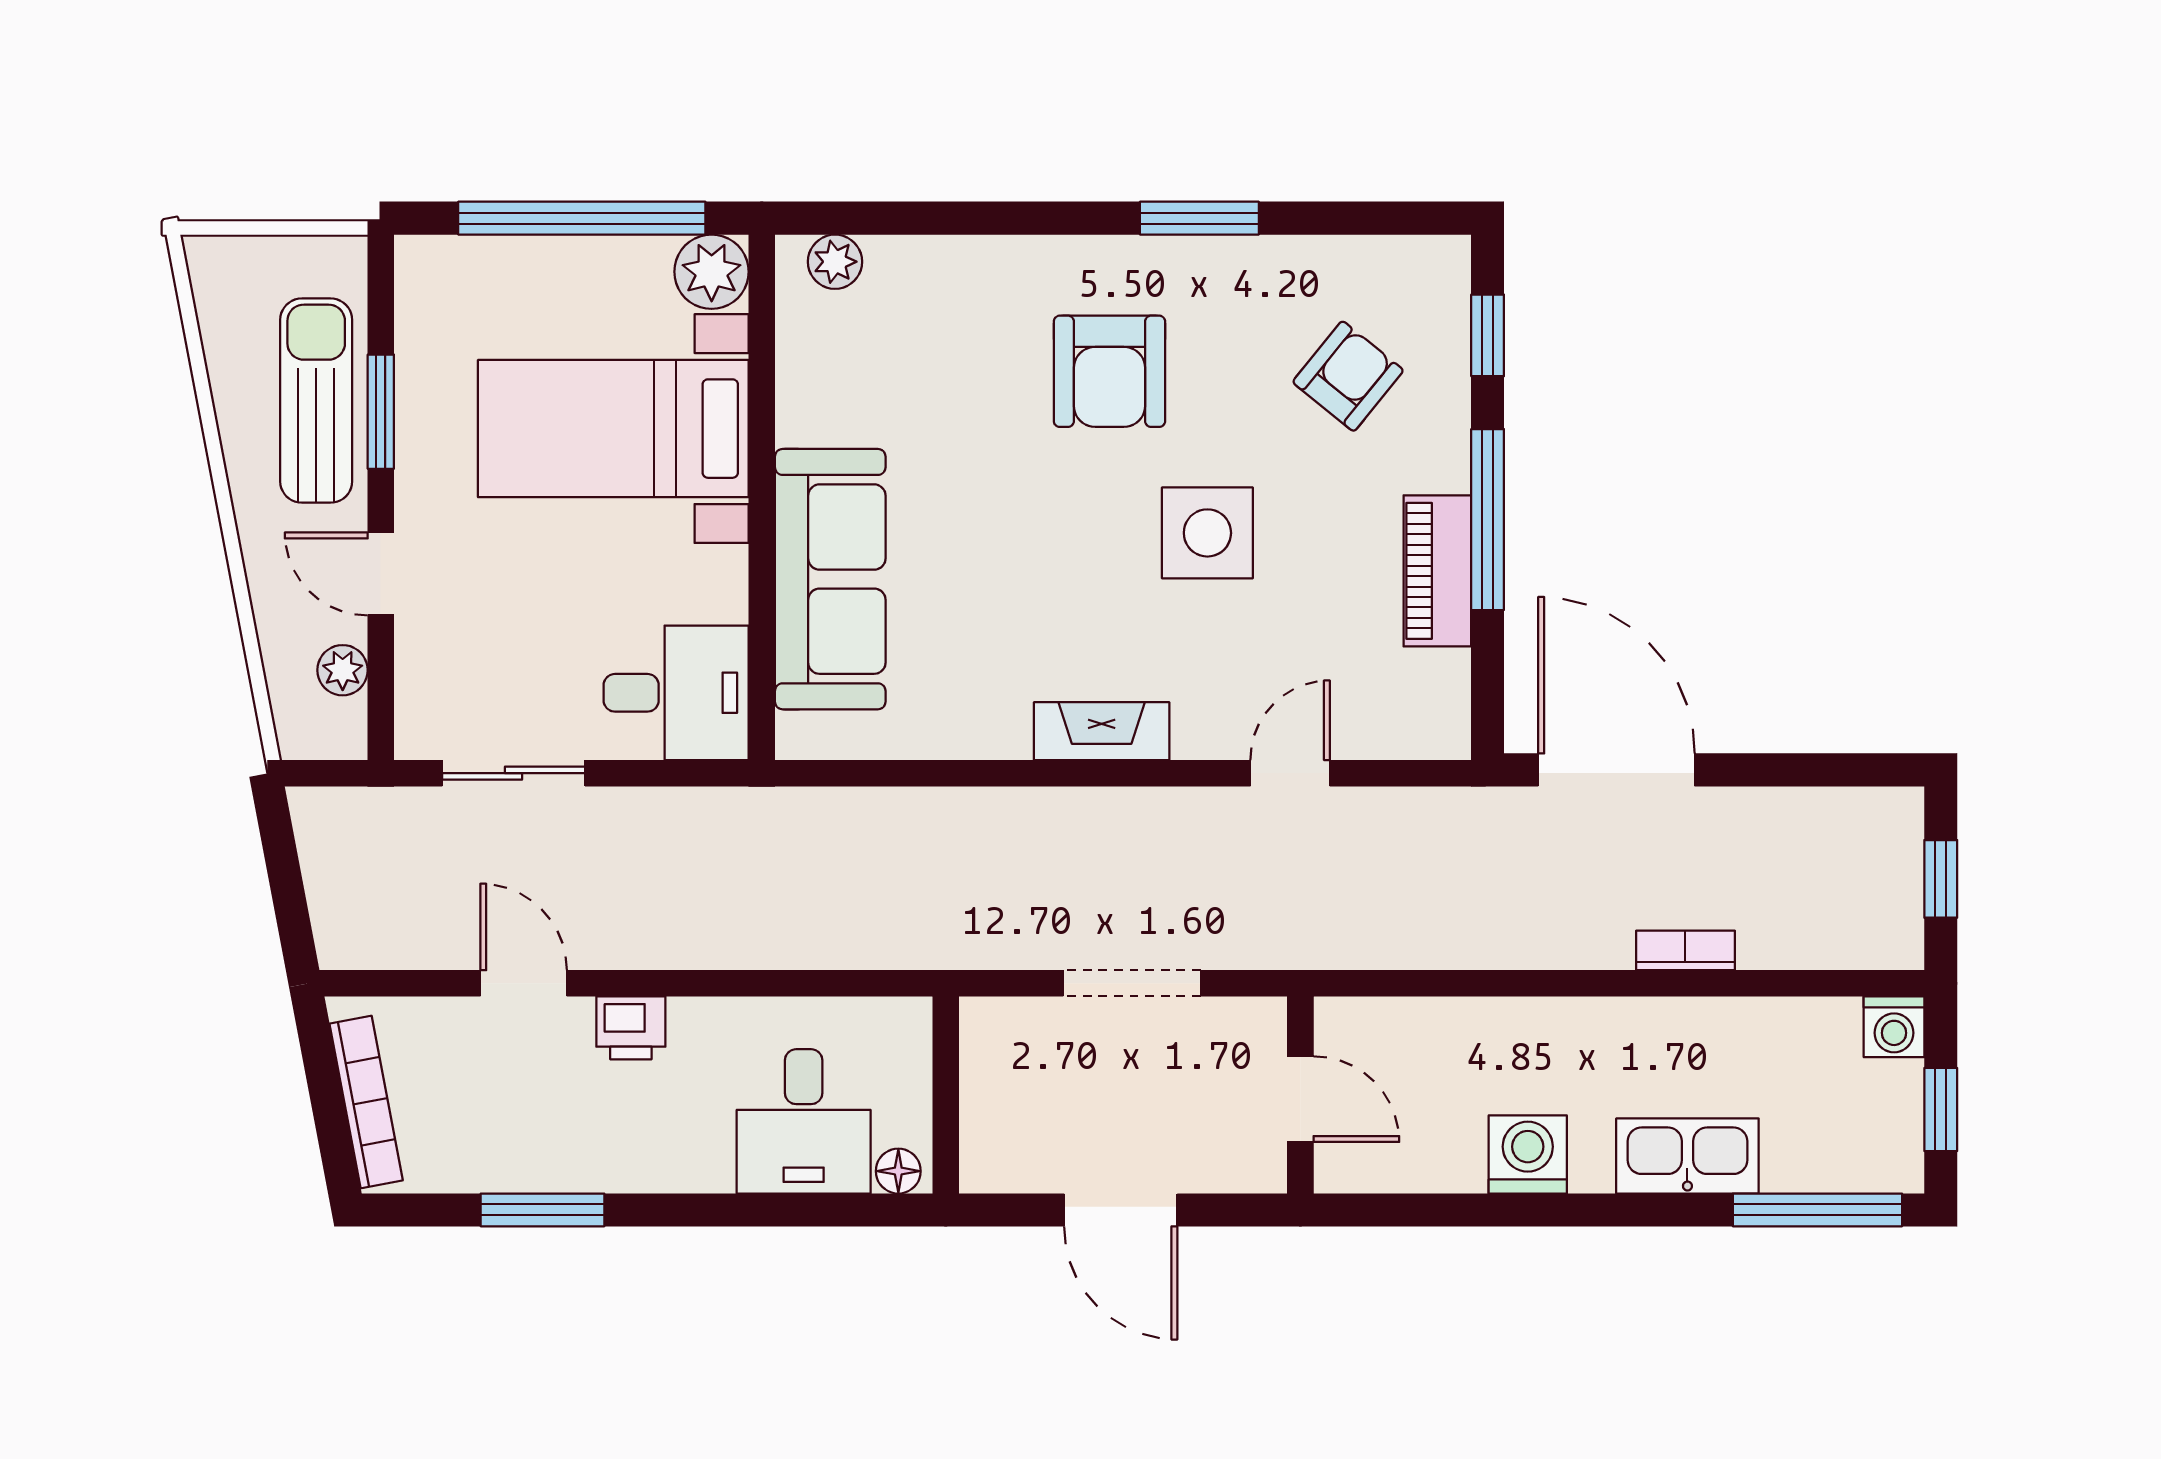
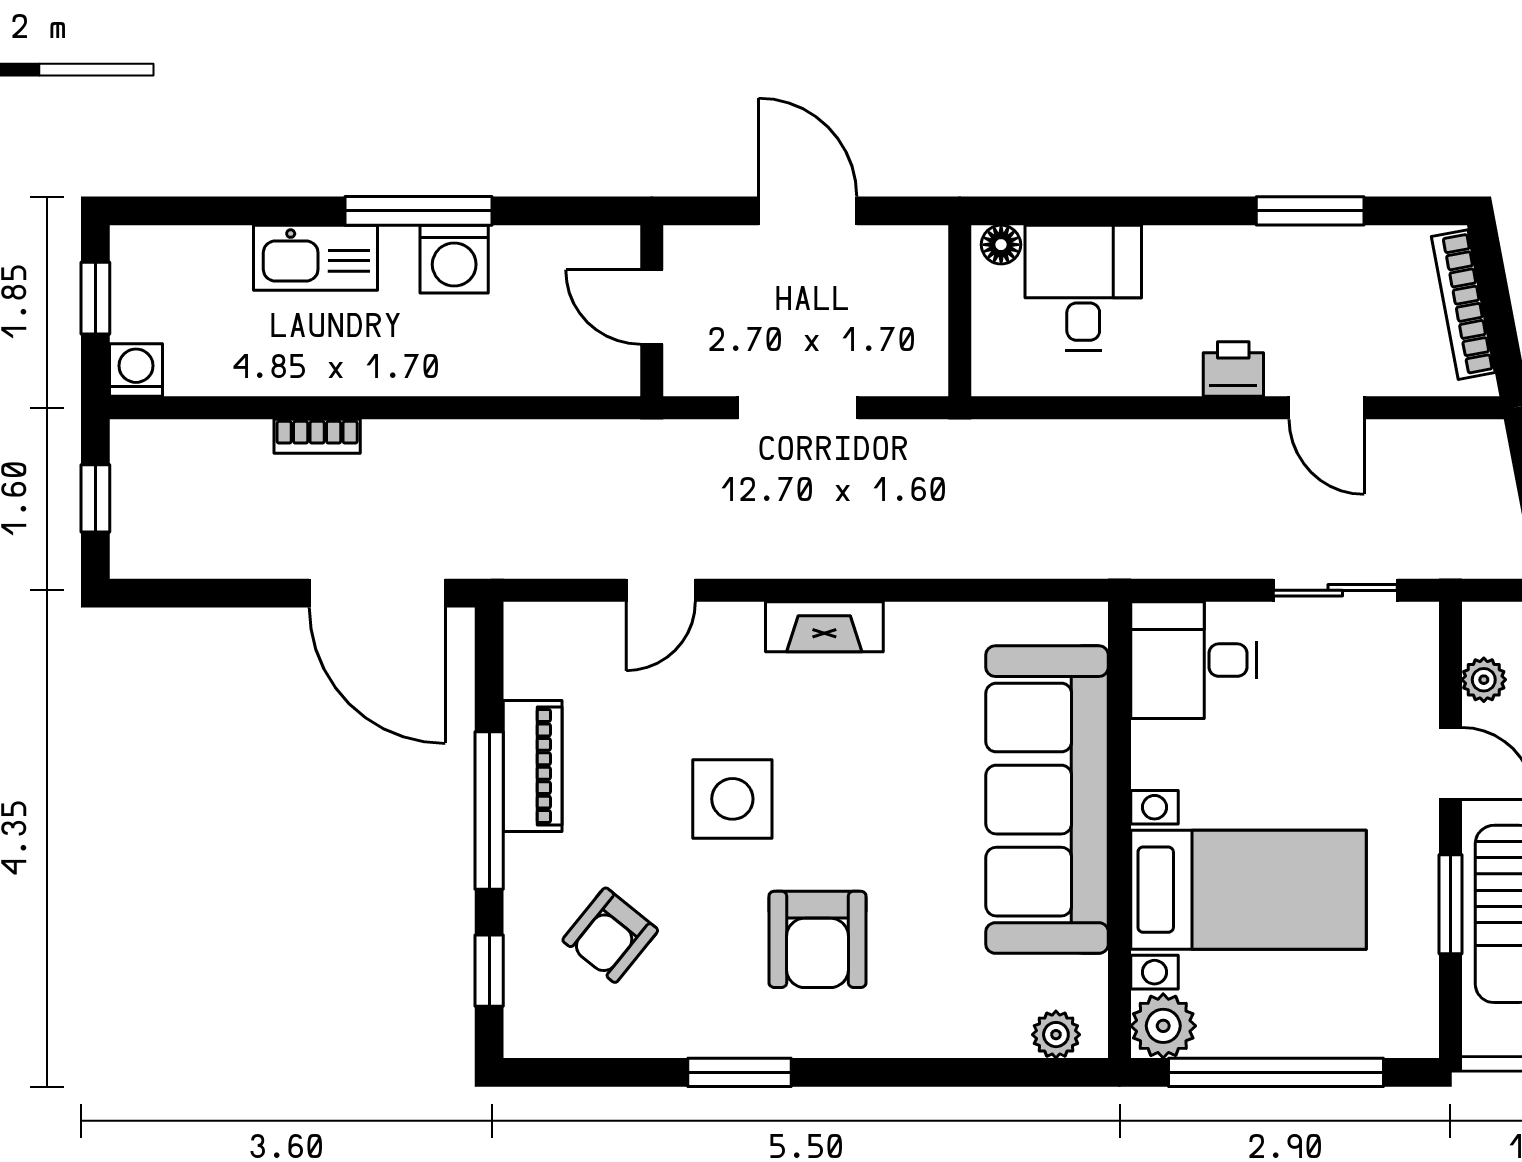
armchair: (1109, 371) -> (818, 939), turned 180
sofa: (830, 579) -> (1047, 800), width x1.36, depth x1.27
window: (1817, 1210) -> (418, 211), moved

